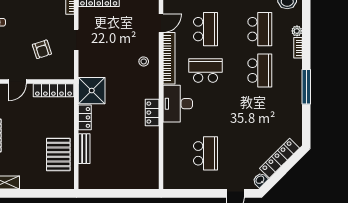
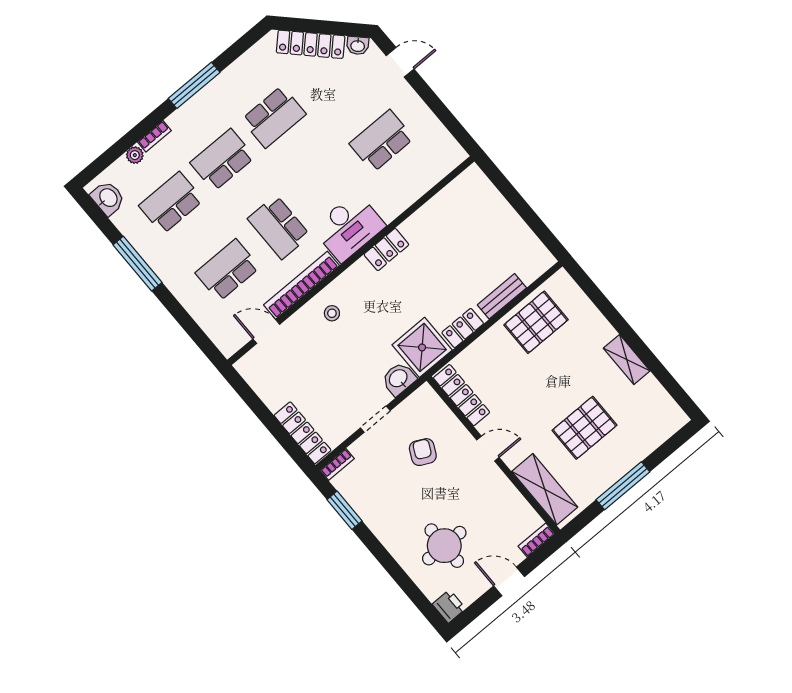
armchair: (42, 49) -> (423, 452), turned -46
washbasin: (86, 67) -> (399, 379), added
school desk: (260, 112) -> (274, 117), added

